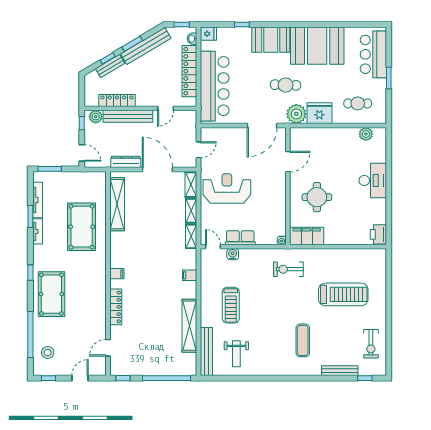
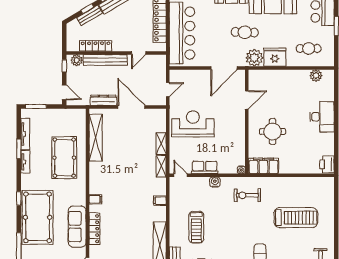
shelving: (191, 185) -> (161, 120), removed
water cooler: (233, 254) -> (215, 182), moved
pool table: (51, 294) -> (38, 217), width x1.36, depth x1.32
sofa: (96, 305) -> (77, 227), added

